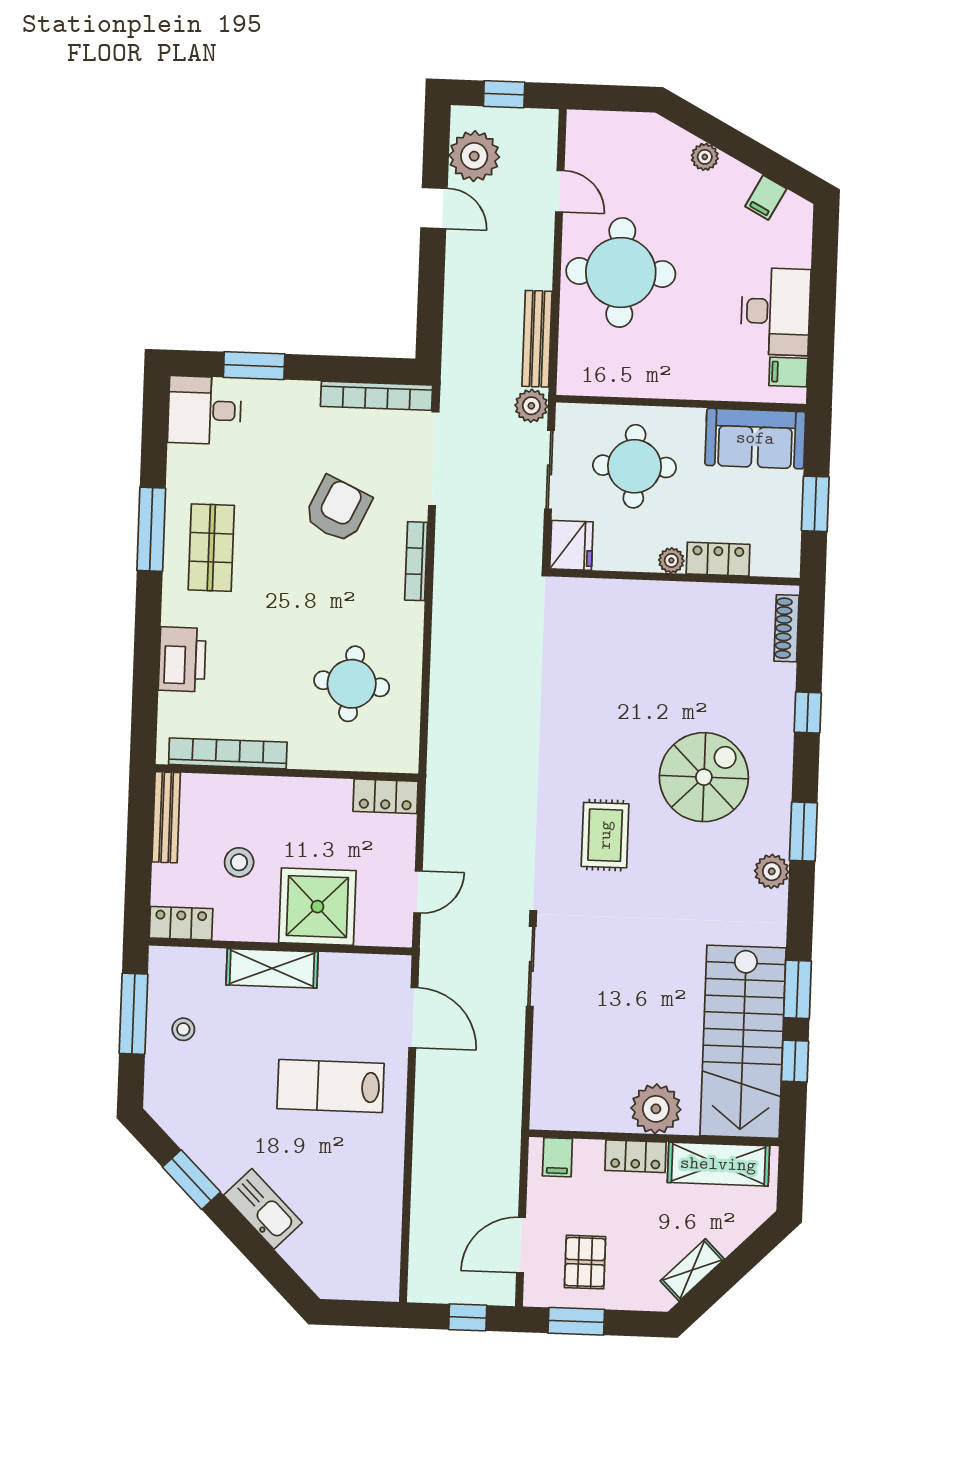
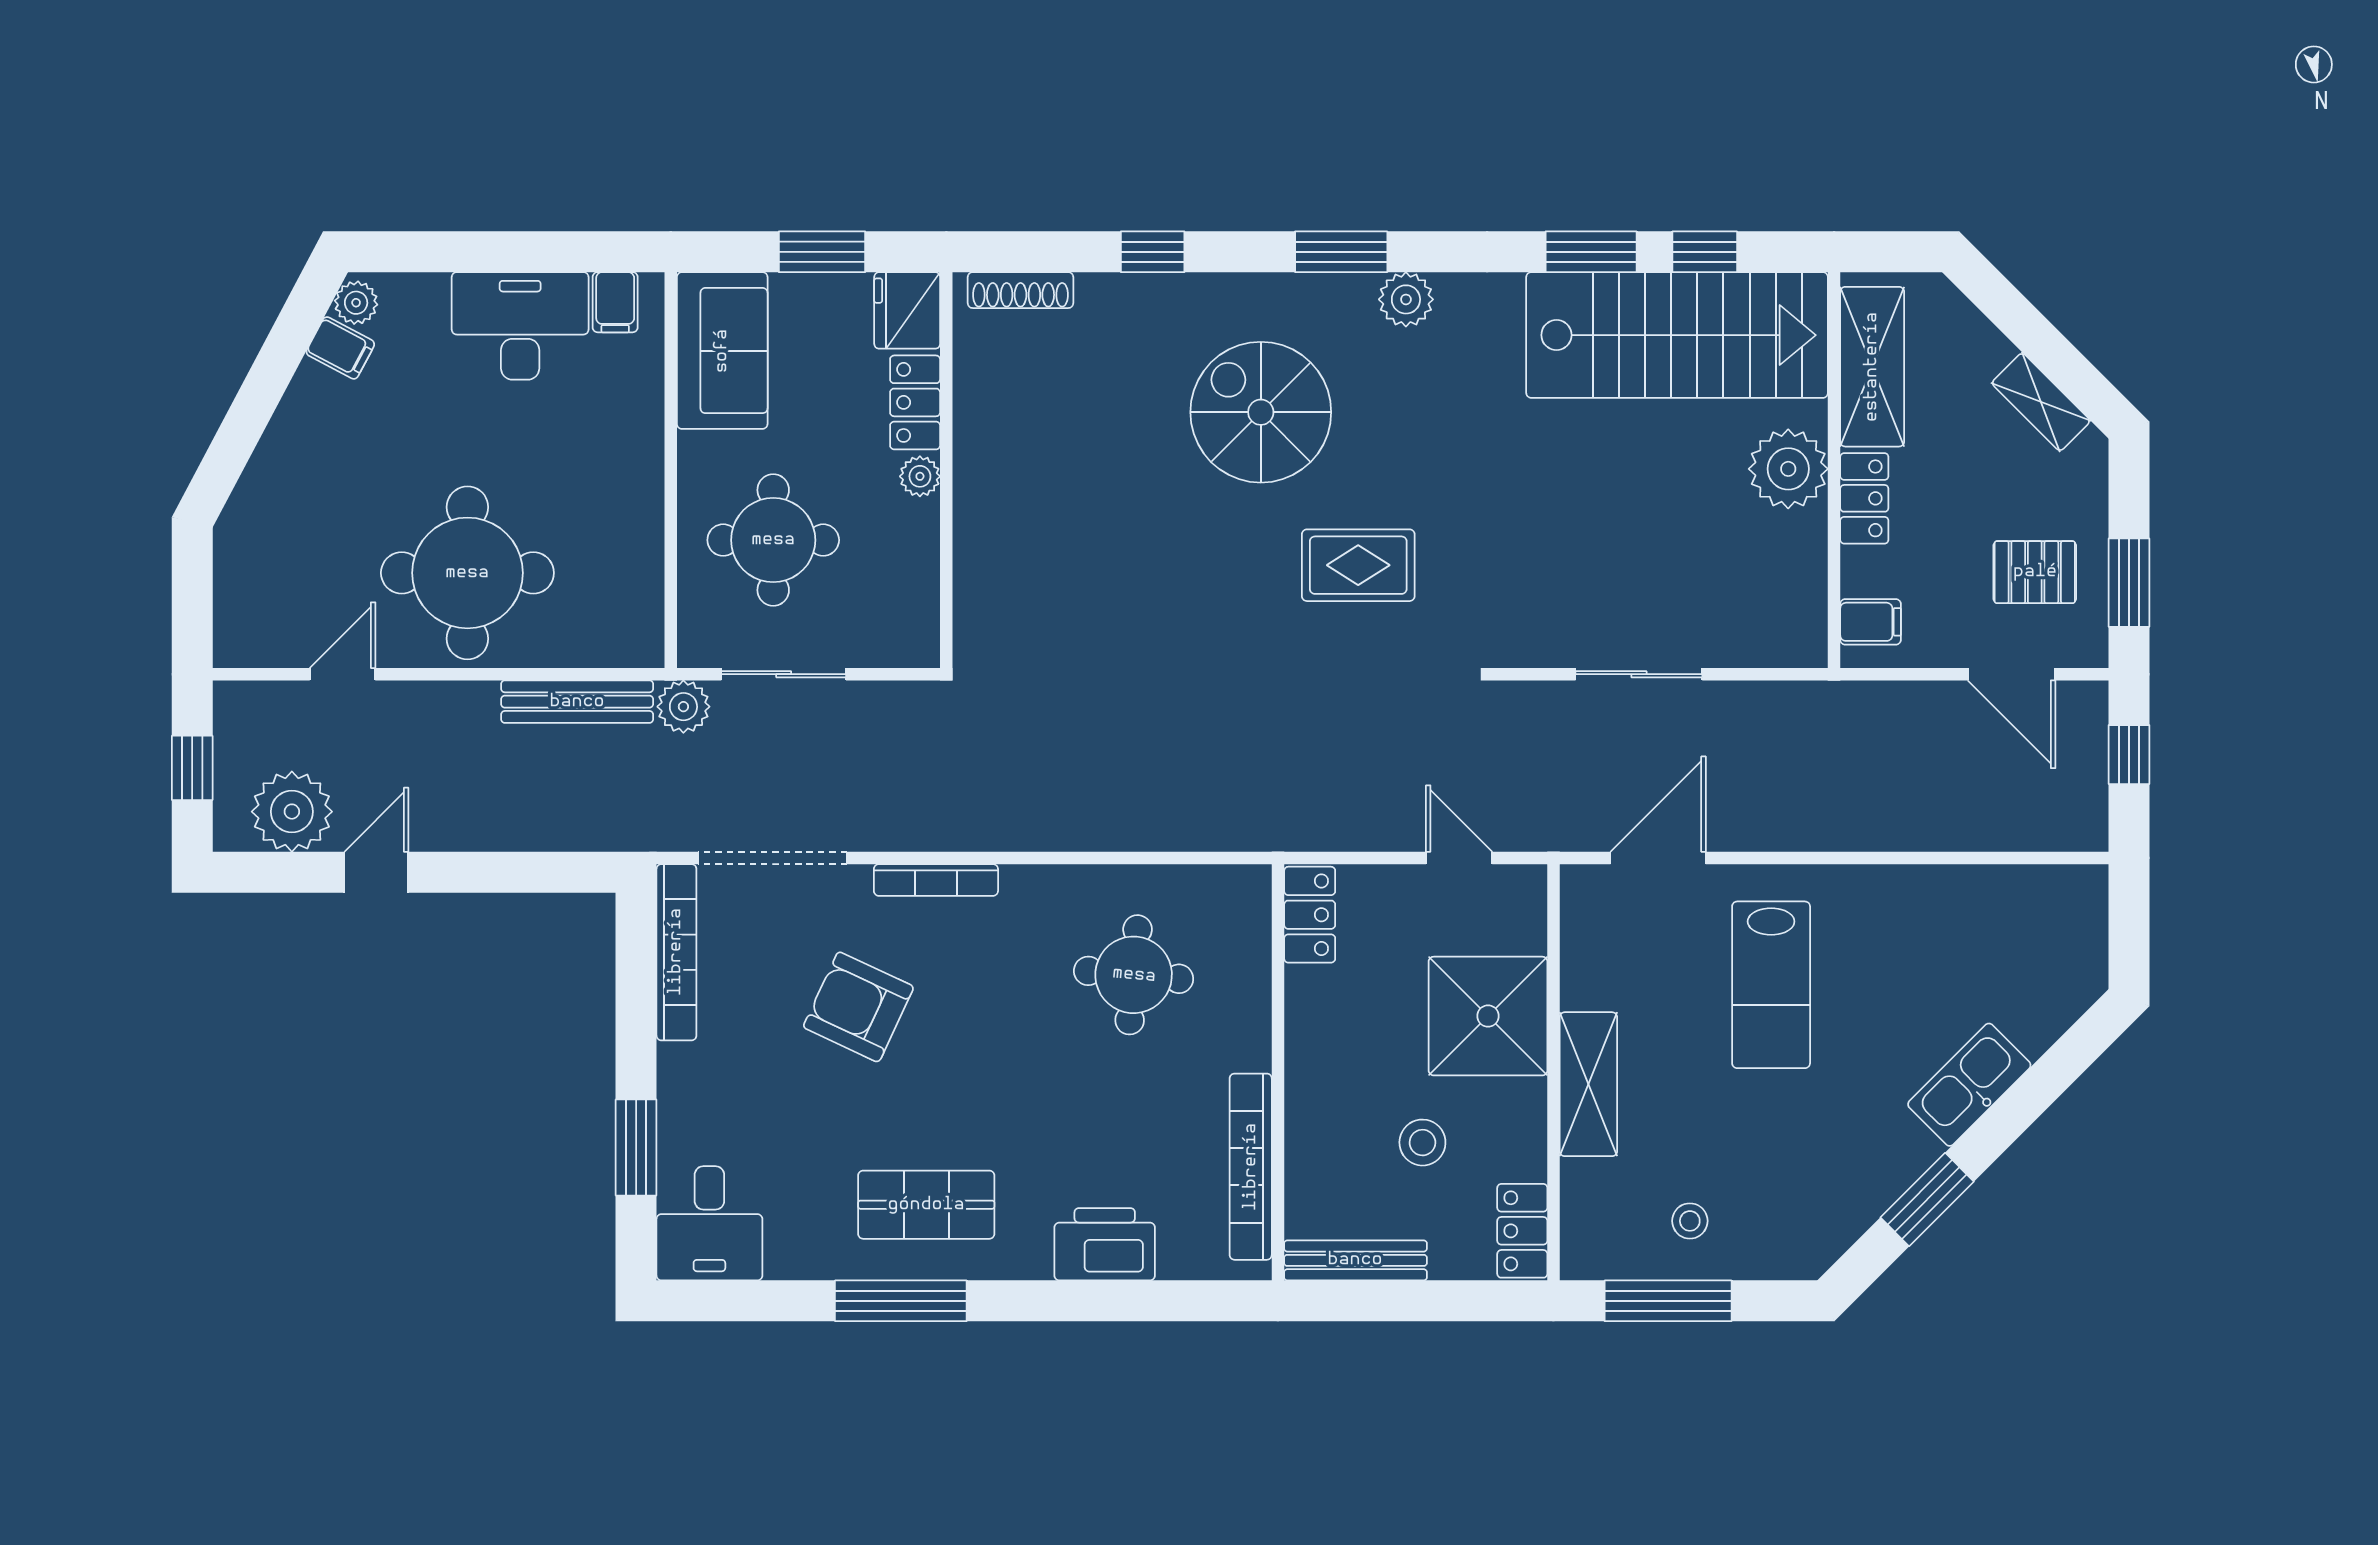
plant: (705, 157) -> (356, 303), moved
fridge: (571, 545) -> (907, 310), moved, turned -90
sliding door: (531, 966) -> (1639, 674), moved

